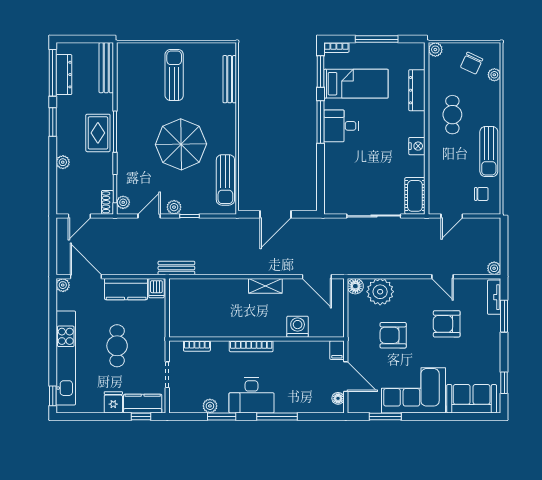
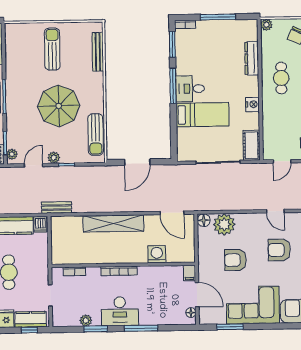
bed: (356, 84) -> (203, 115), moved
shelving: (265, 286) -> (113, 223), width x2.20, depth x1.33

